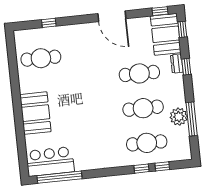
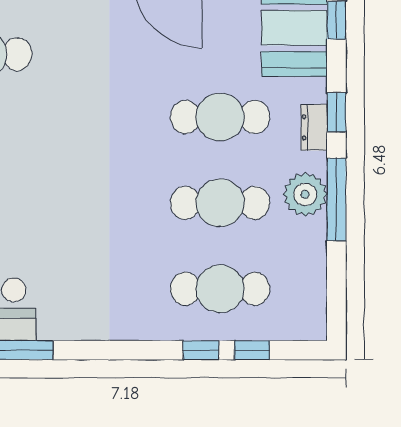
dresser: (177, 64) -> (314, 127), moved
plant: (179, 117) -> (305, 194), moved
window: (192, 119) -> (336, 199), moved

